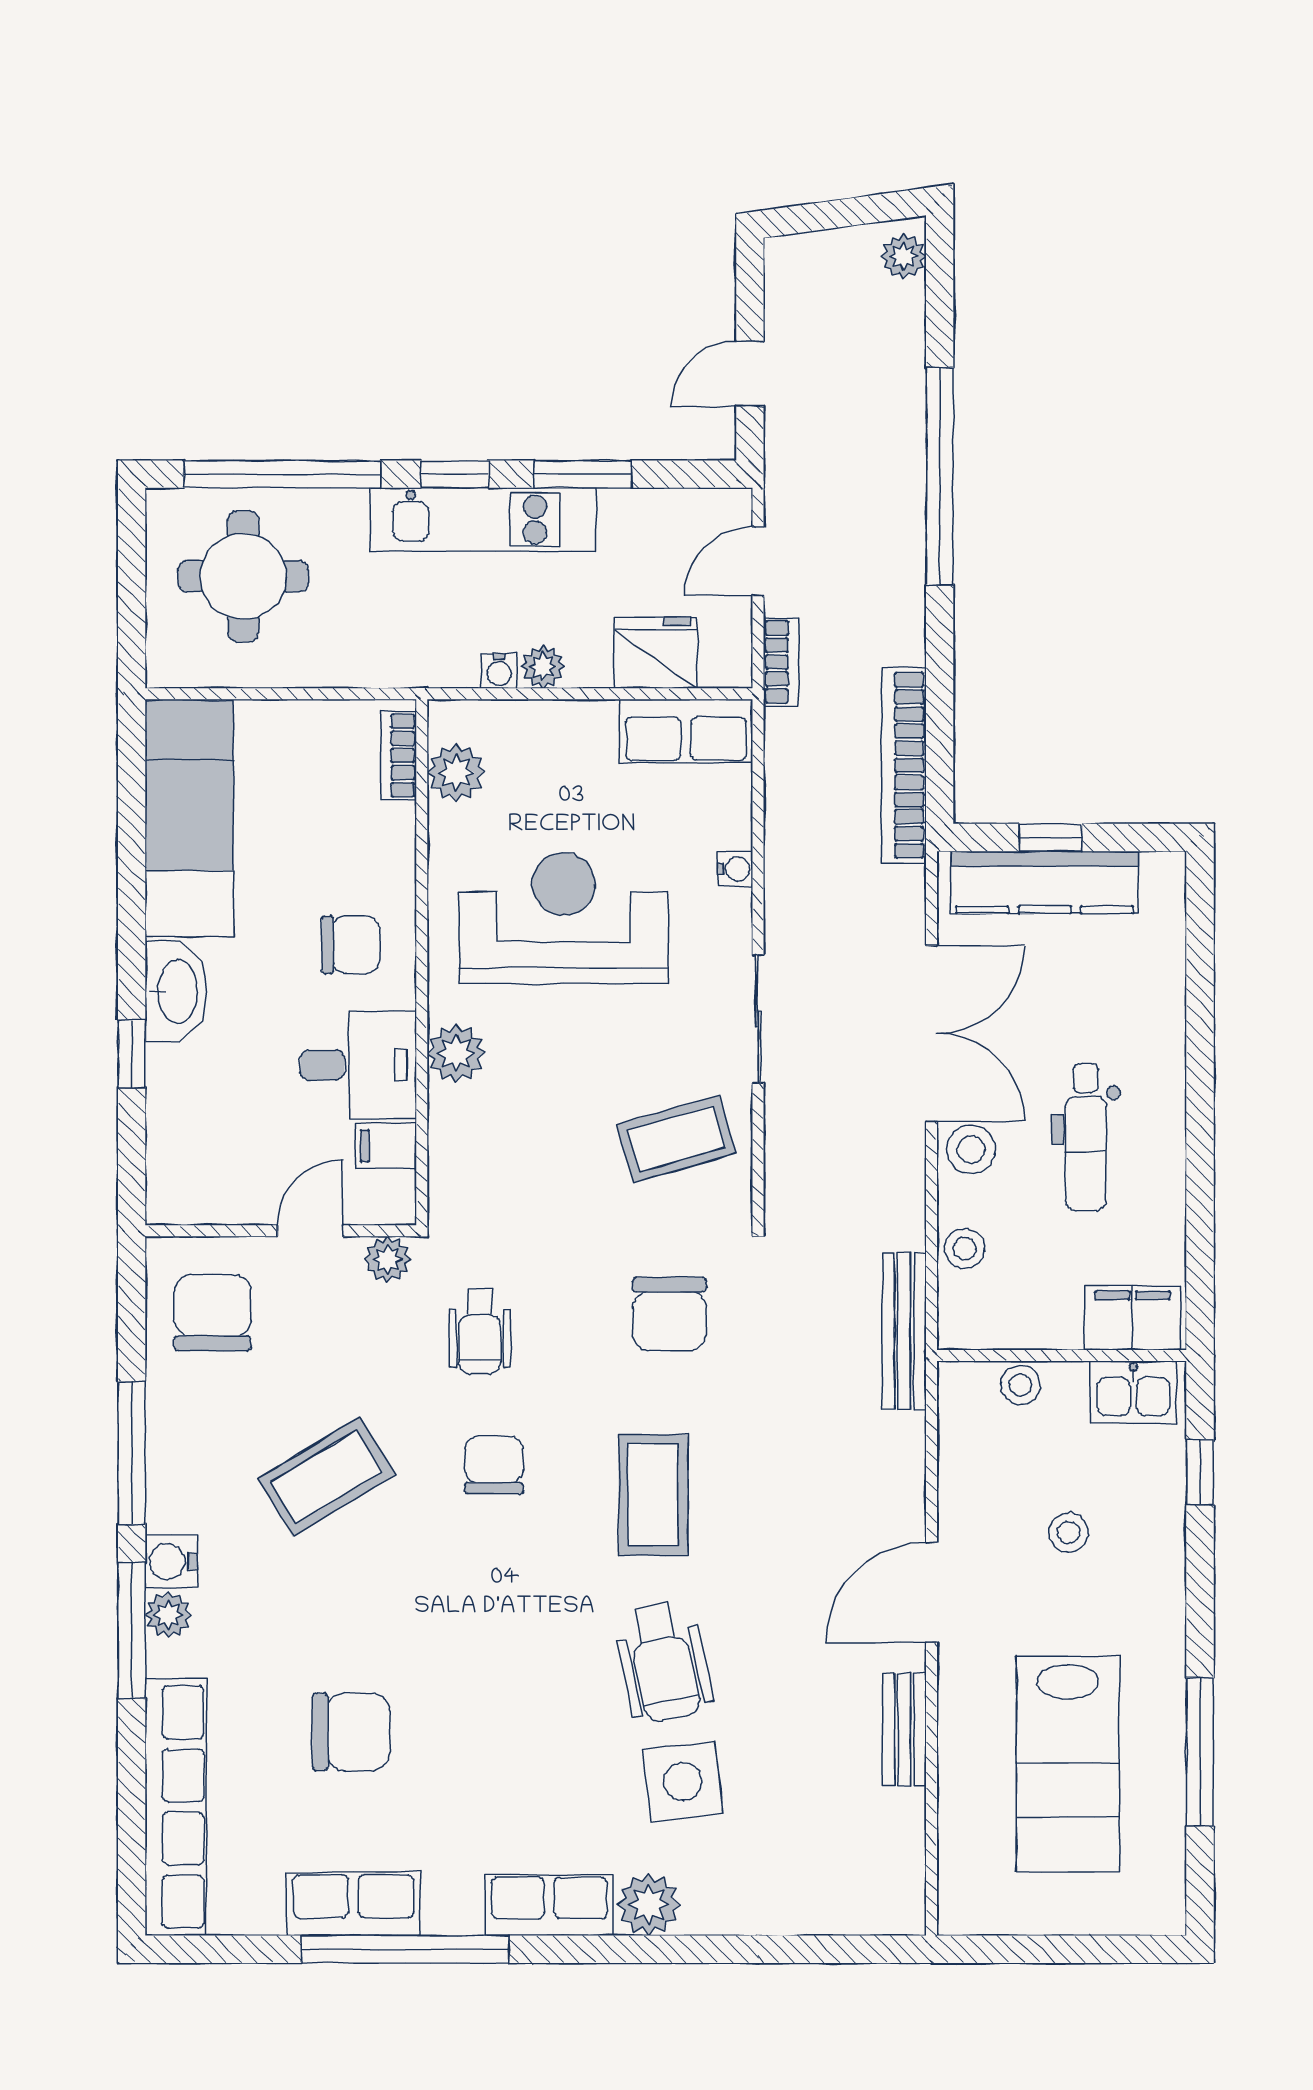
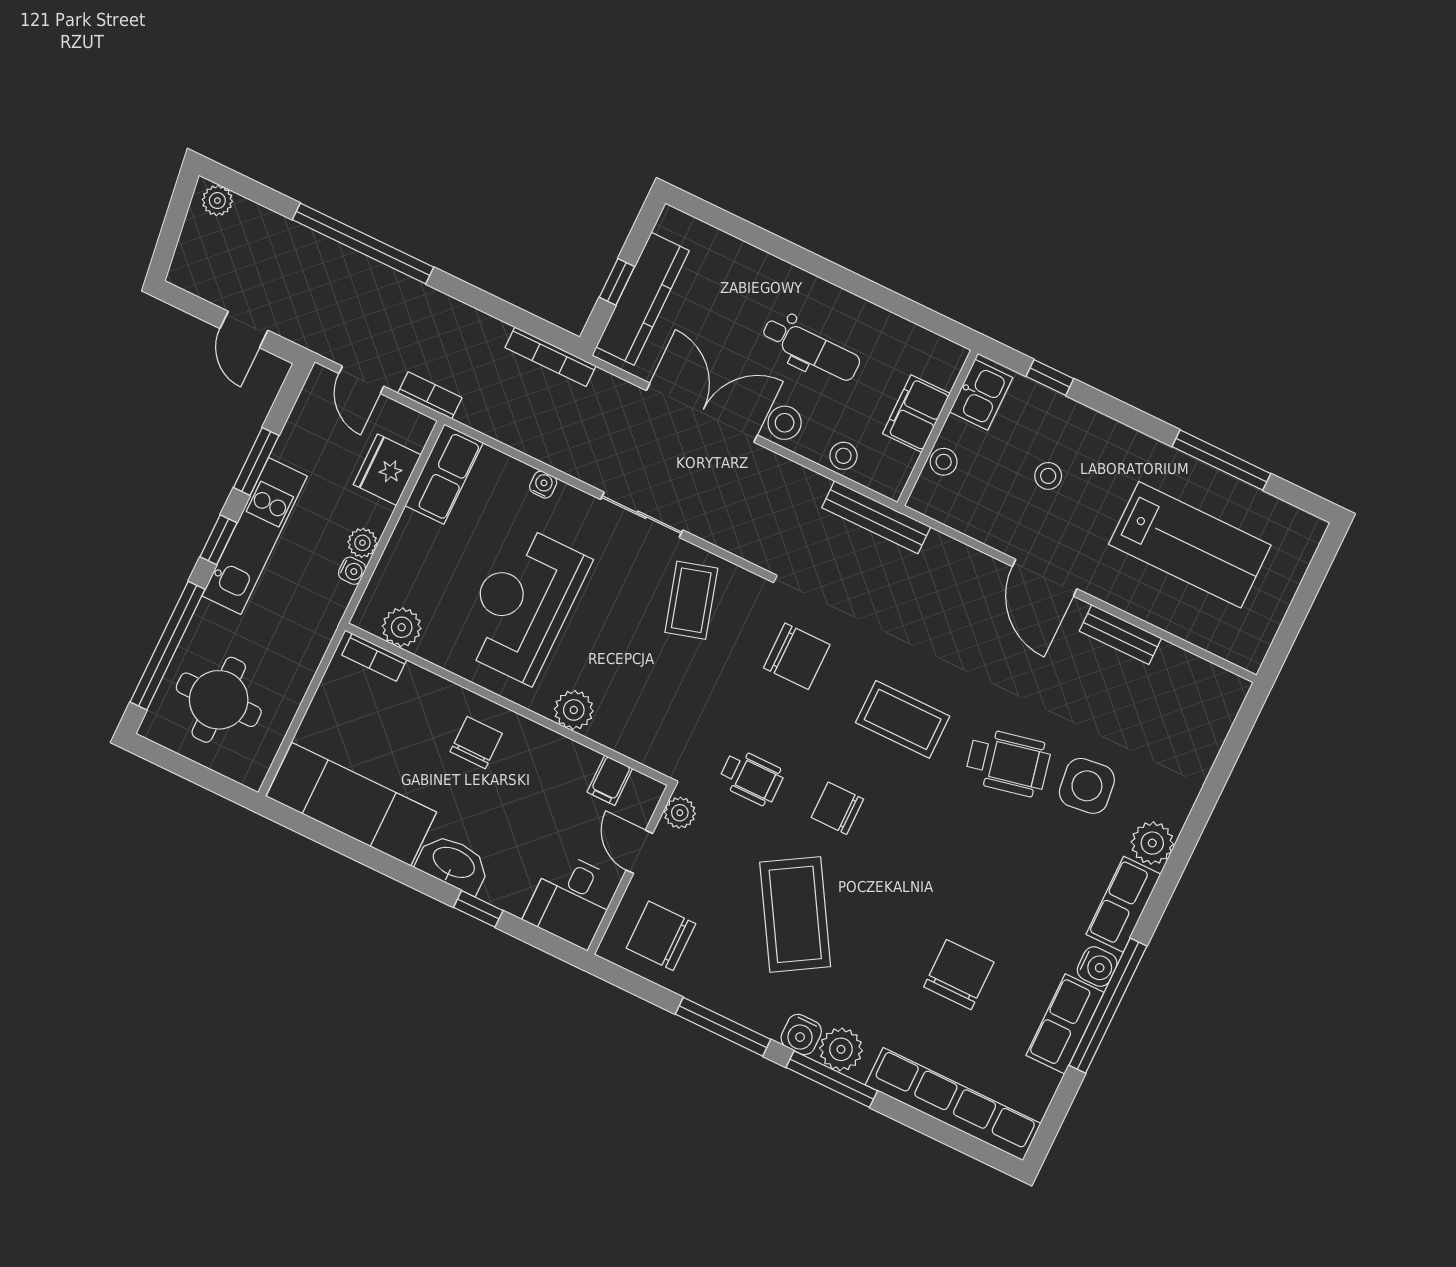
bookcase: (904, 765) -> (550, 357), width x0.68, depth x0.76
desk: (358, 1065) -> (572, 900), moved, turned 180
filing cabinet: (1132, 1318) -> (916, 413), moved
coffee table: (326, 1477) -> (795, 914), width x1.36, depth x1.32
plant: (168, 1615) -> (841, 1049), width x1.38, depth x1.38
water cooler: (450, 1910) -> (1097, 967), added

